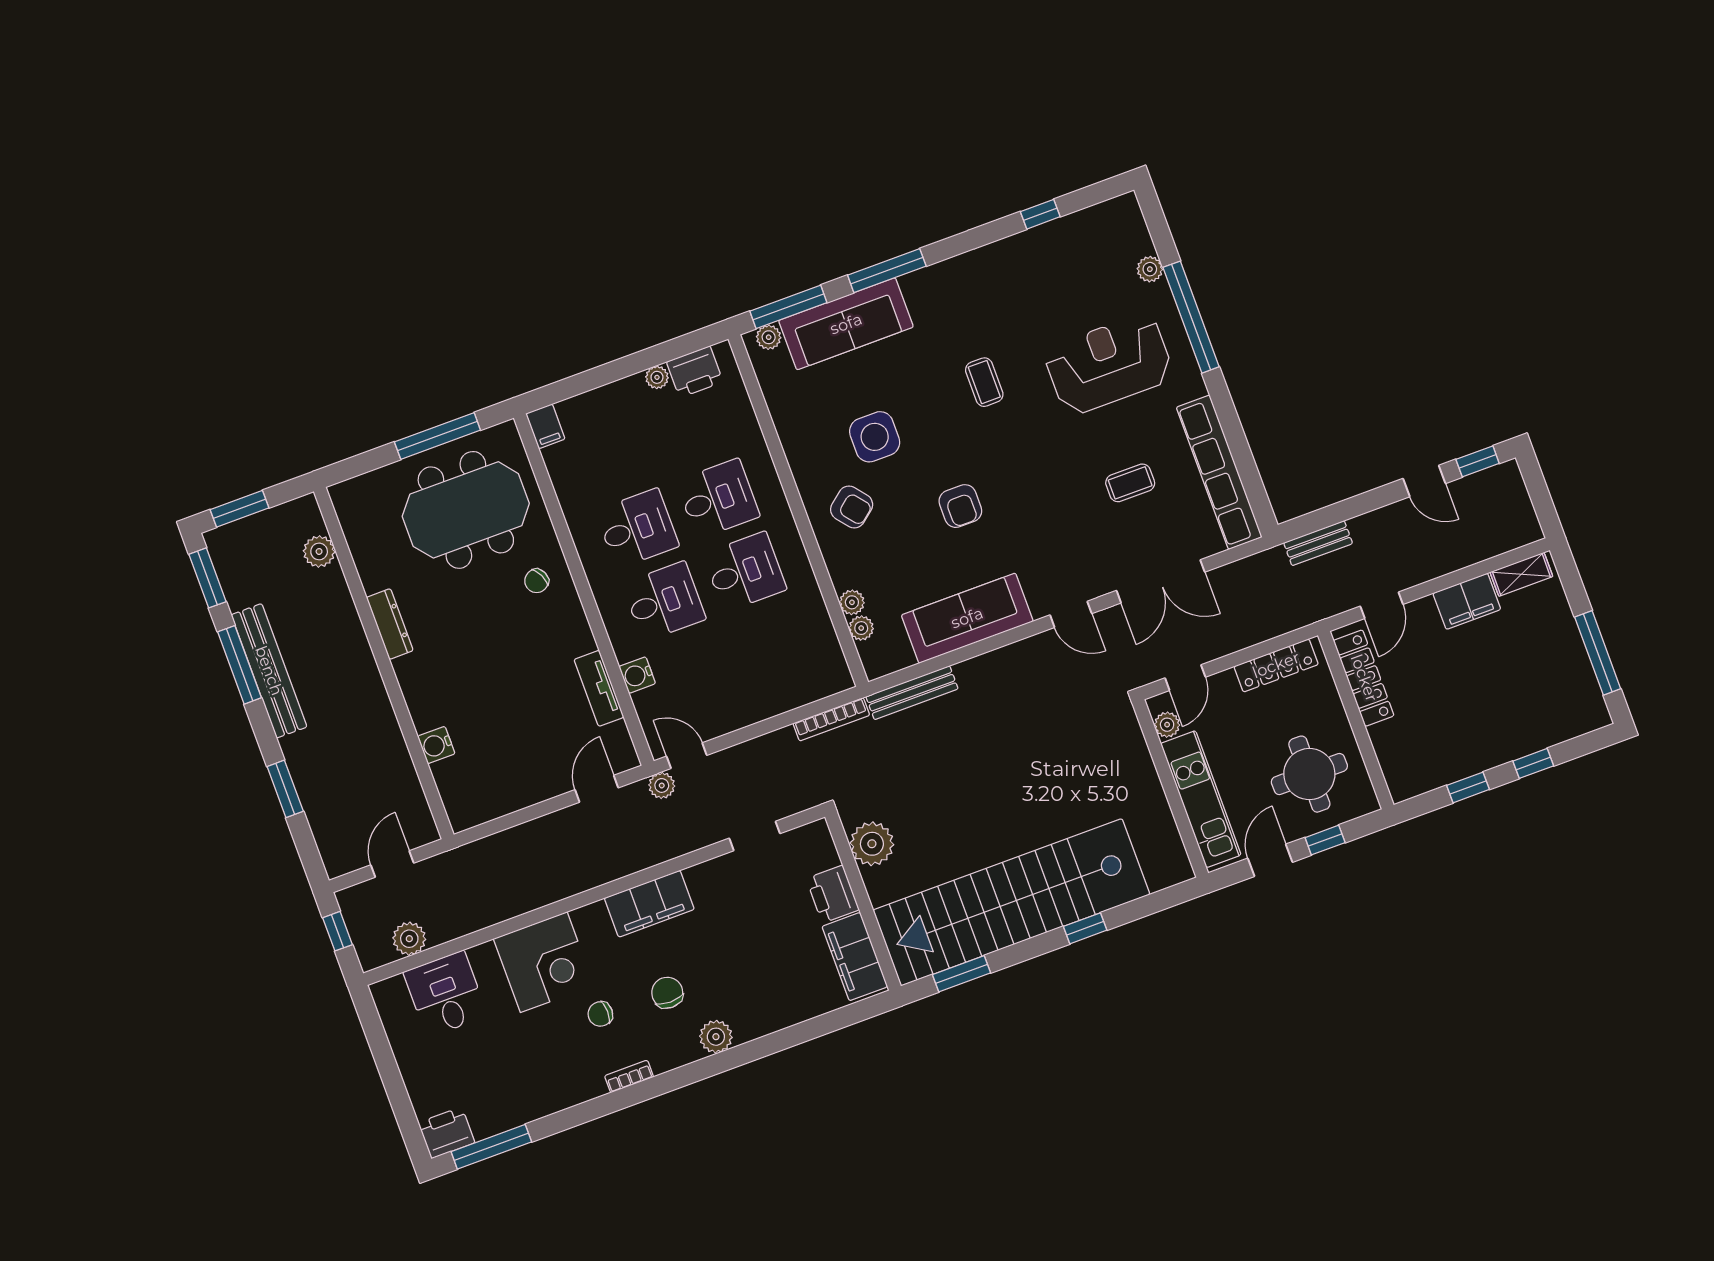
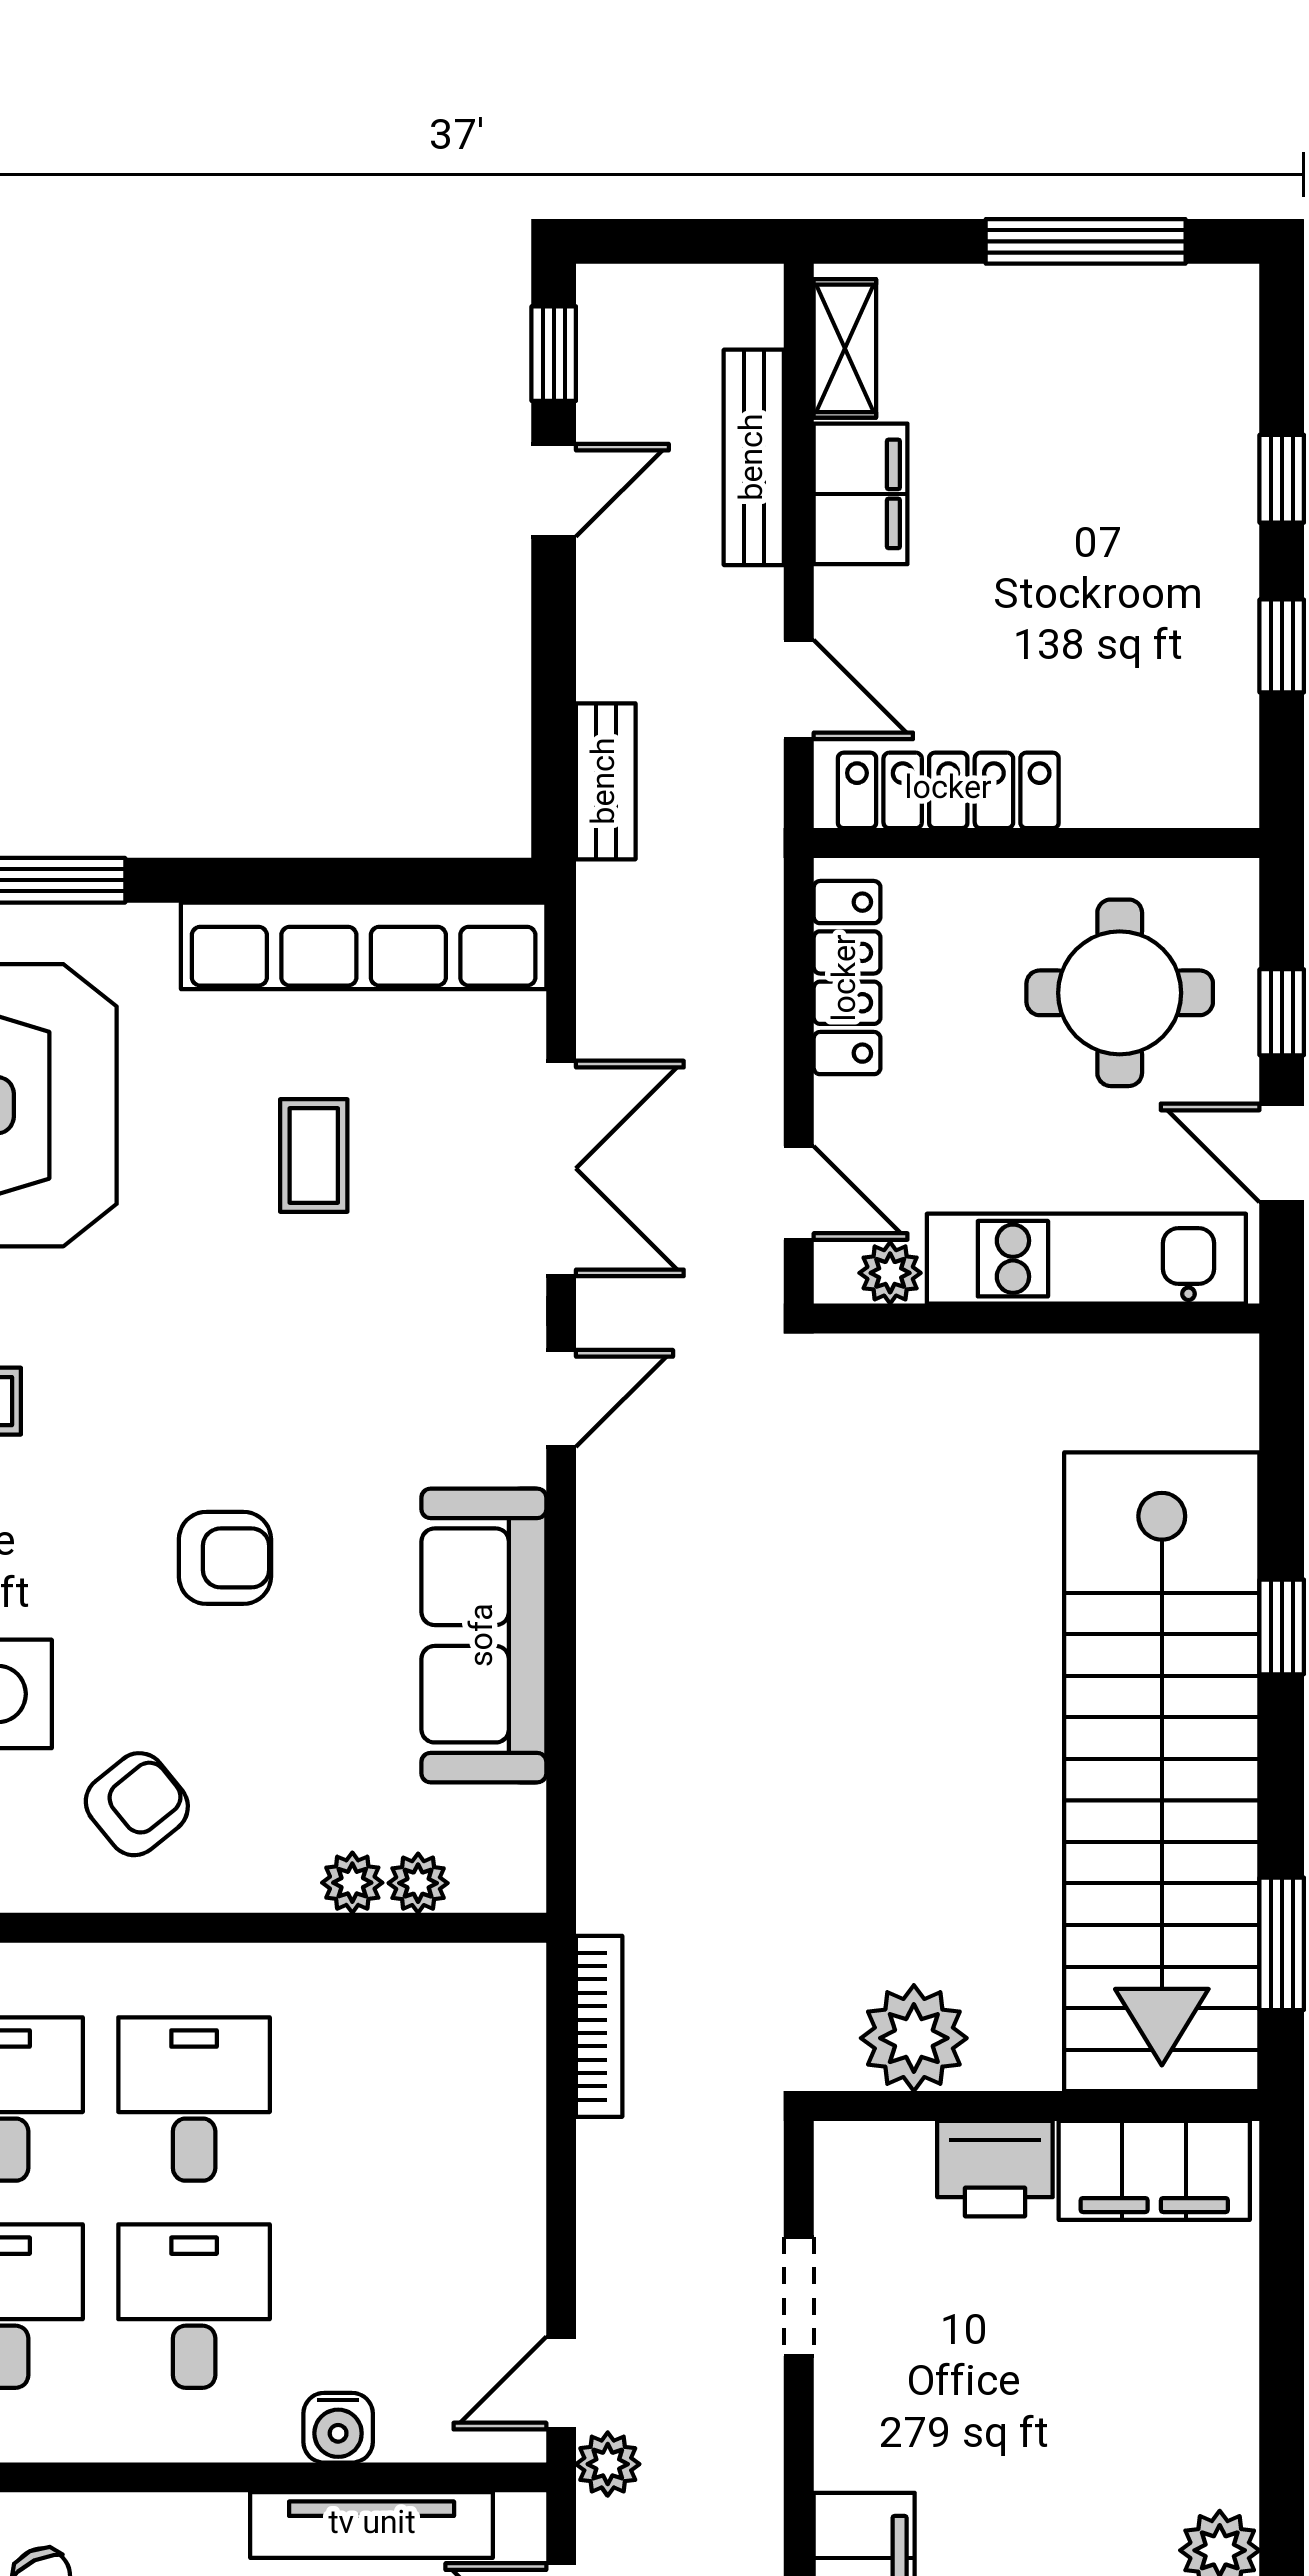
tv unit: (599, 688) -> (372, 2525), width x1.41
bench: (912, 693) -> (754, 457), moved

